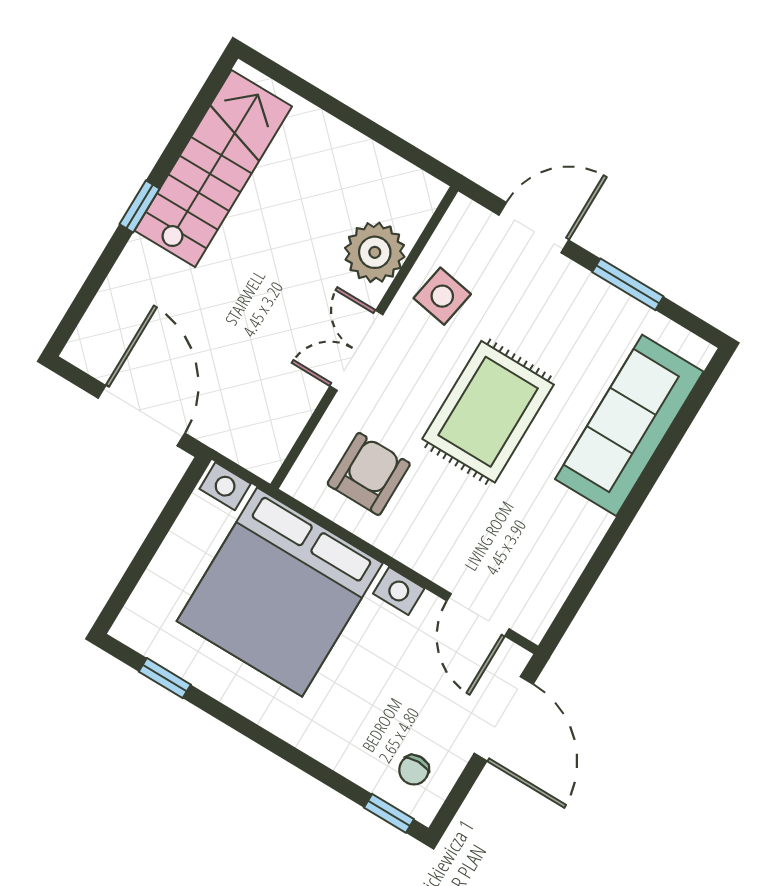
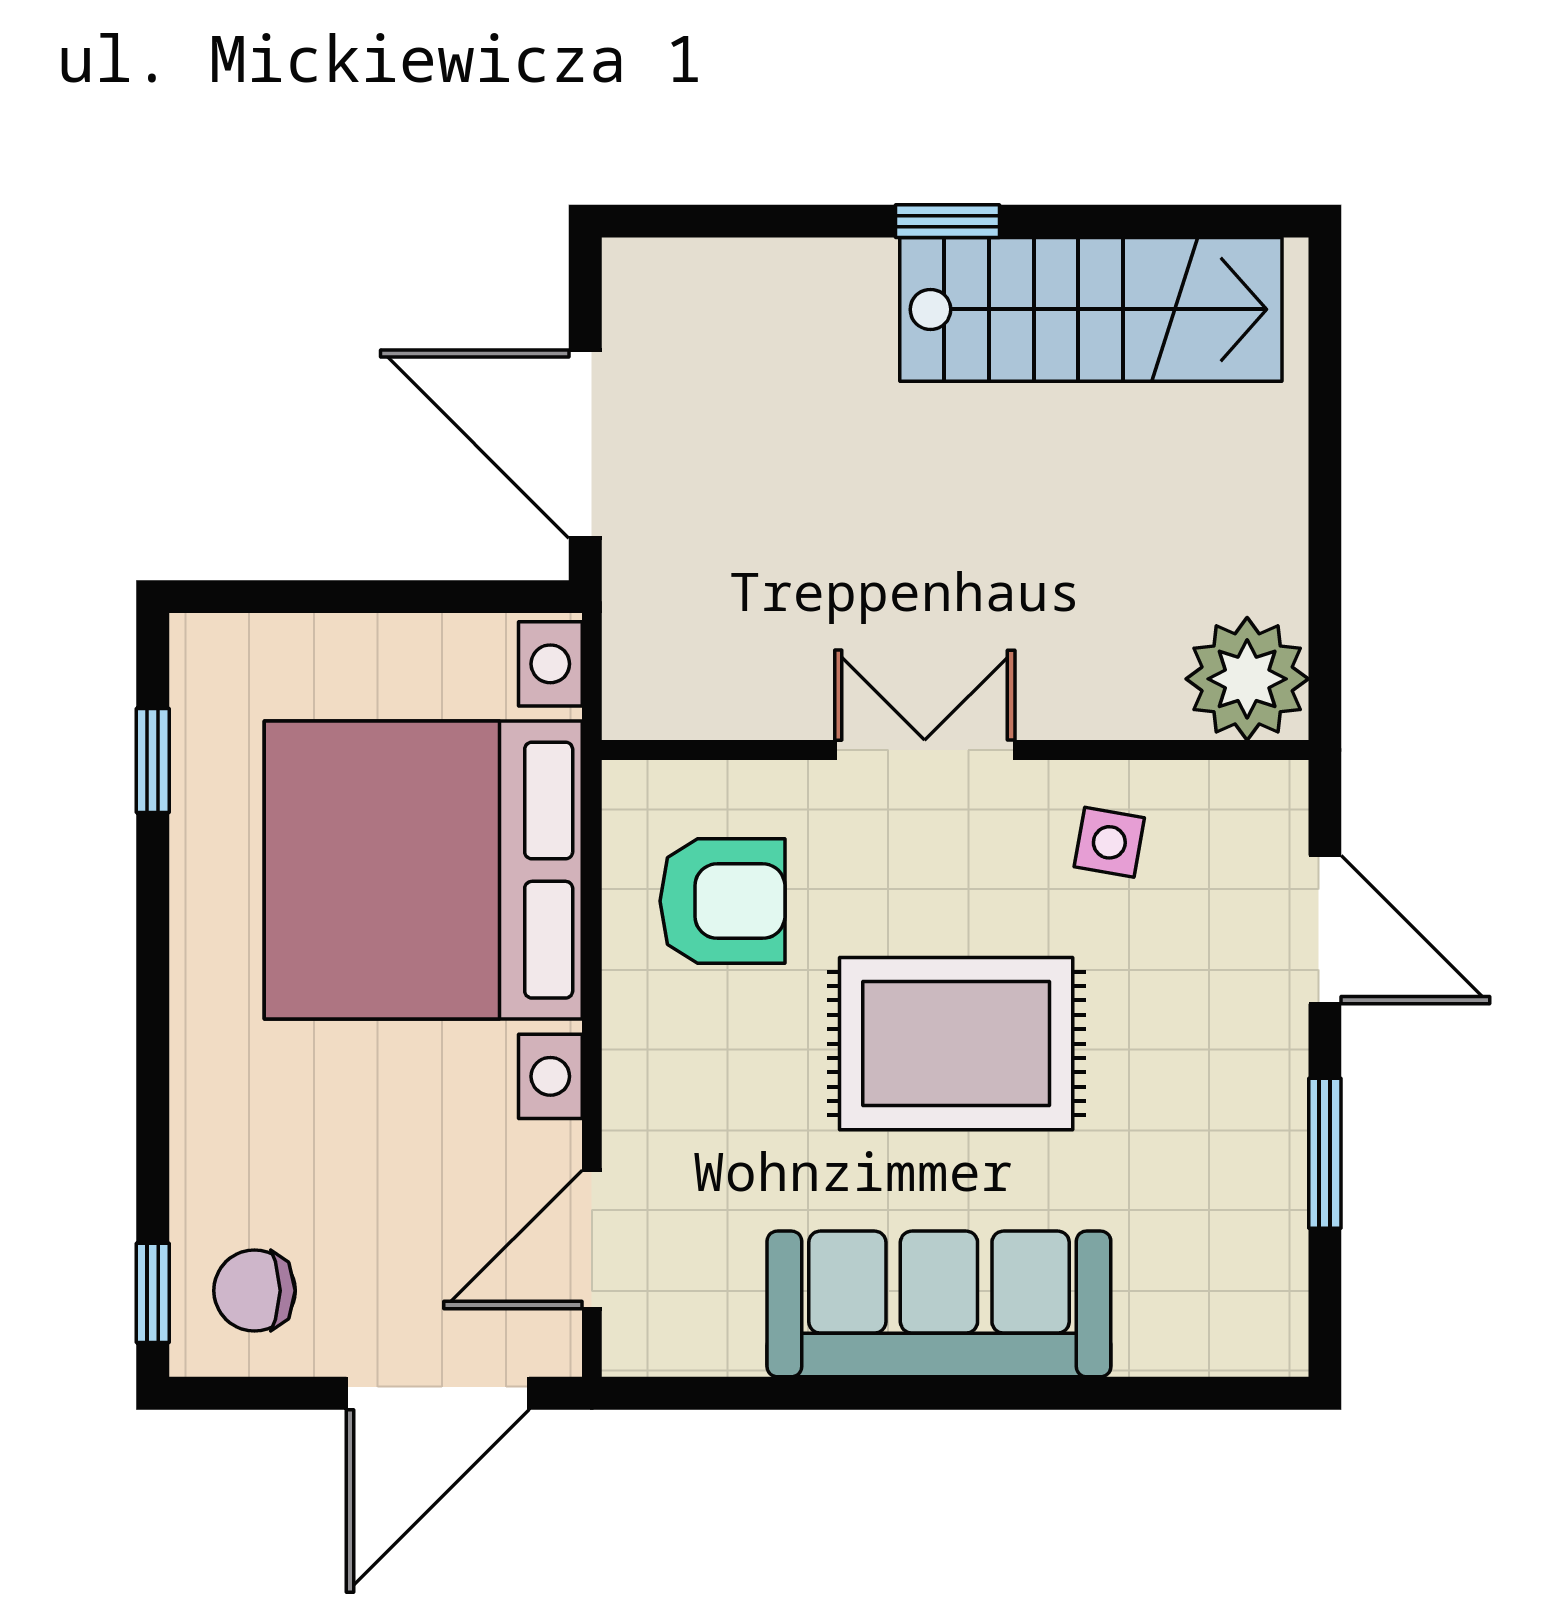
plant: (375, 252) -> (1247, 679), moved
side table: (442, 296) -> (1109, 842), width x0.73, depth x0.73
door: (141, 416) -> (585, 444), swing flipped
sofa: (629, 425) -> (939, 1304), moved
chair: (414, 770) -> (254, 1291), width x1.37, depth x1.37

